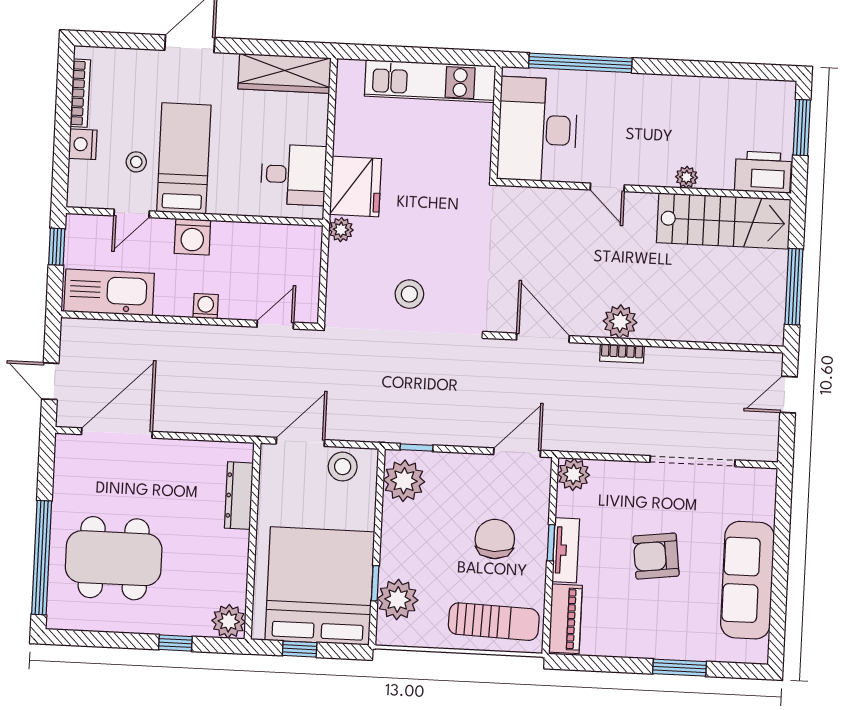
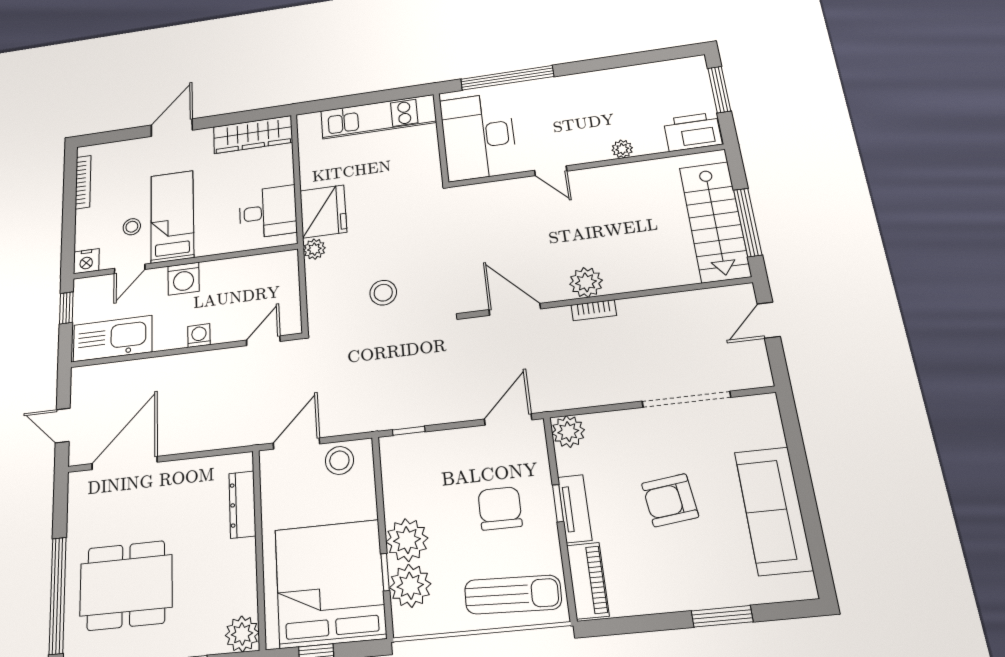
nightstand: (83, 144) -> (86, 261), moved, turned -90
stairs: (724, 221) -> (715, 221), moved, turned 90
plant: (404, 481) -> (407, 540), moved

